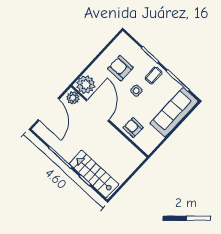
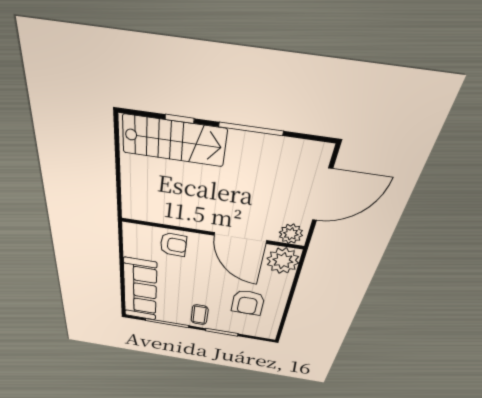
armchair: (120, 68) -> (248, 303), turned 90
side table: (136, 91) -> (207, 289), removed
door: (49, 109) -> (322, 195), swing flipped

